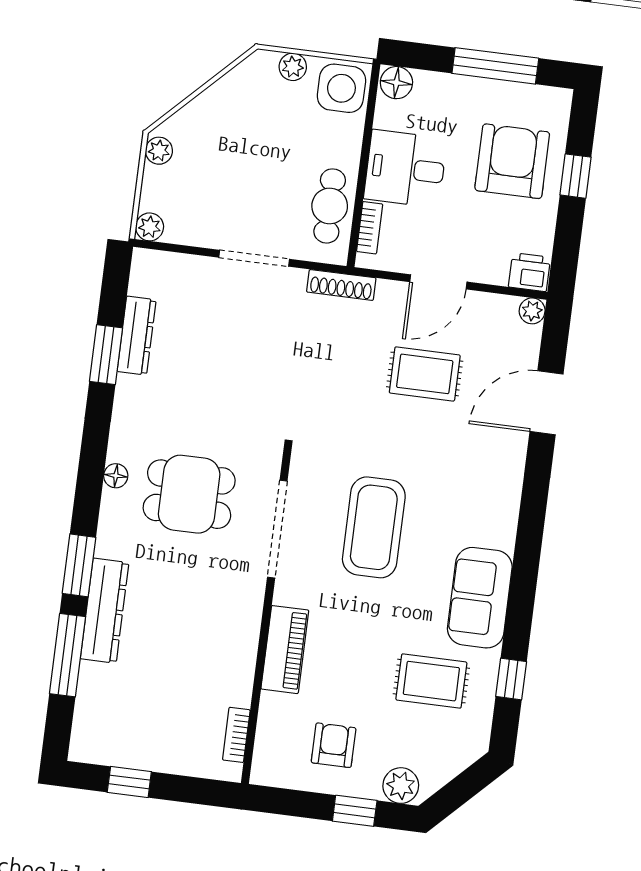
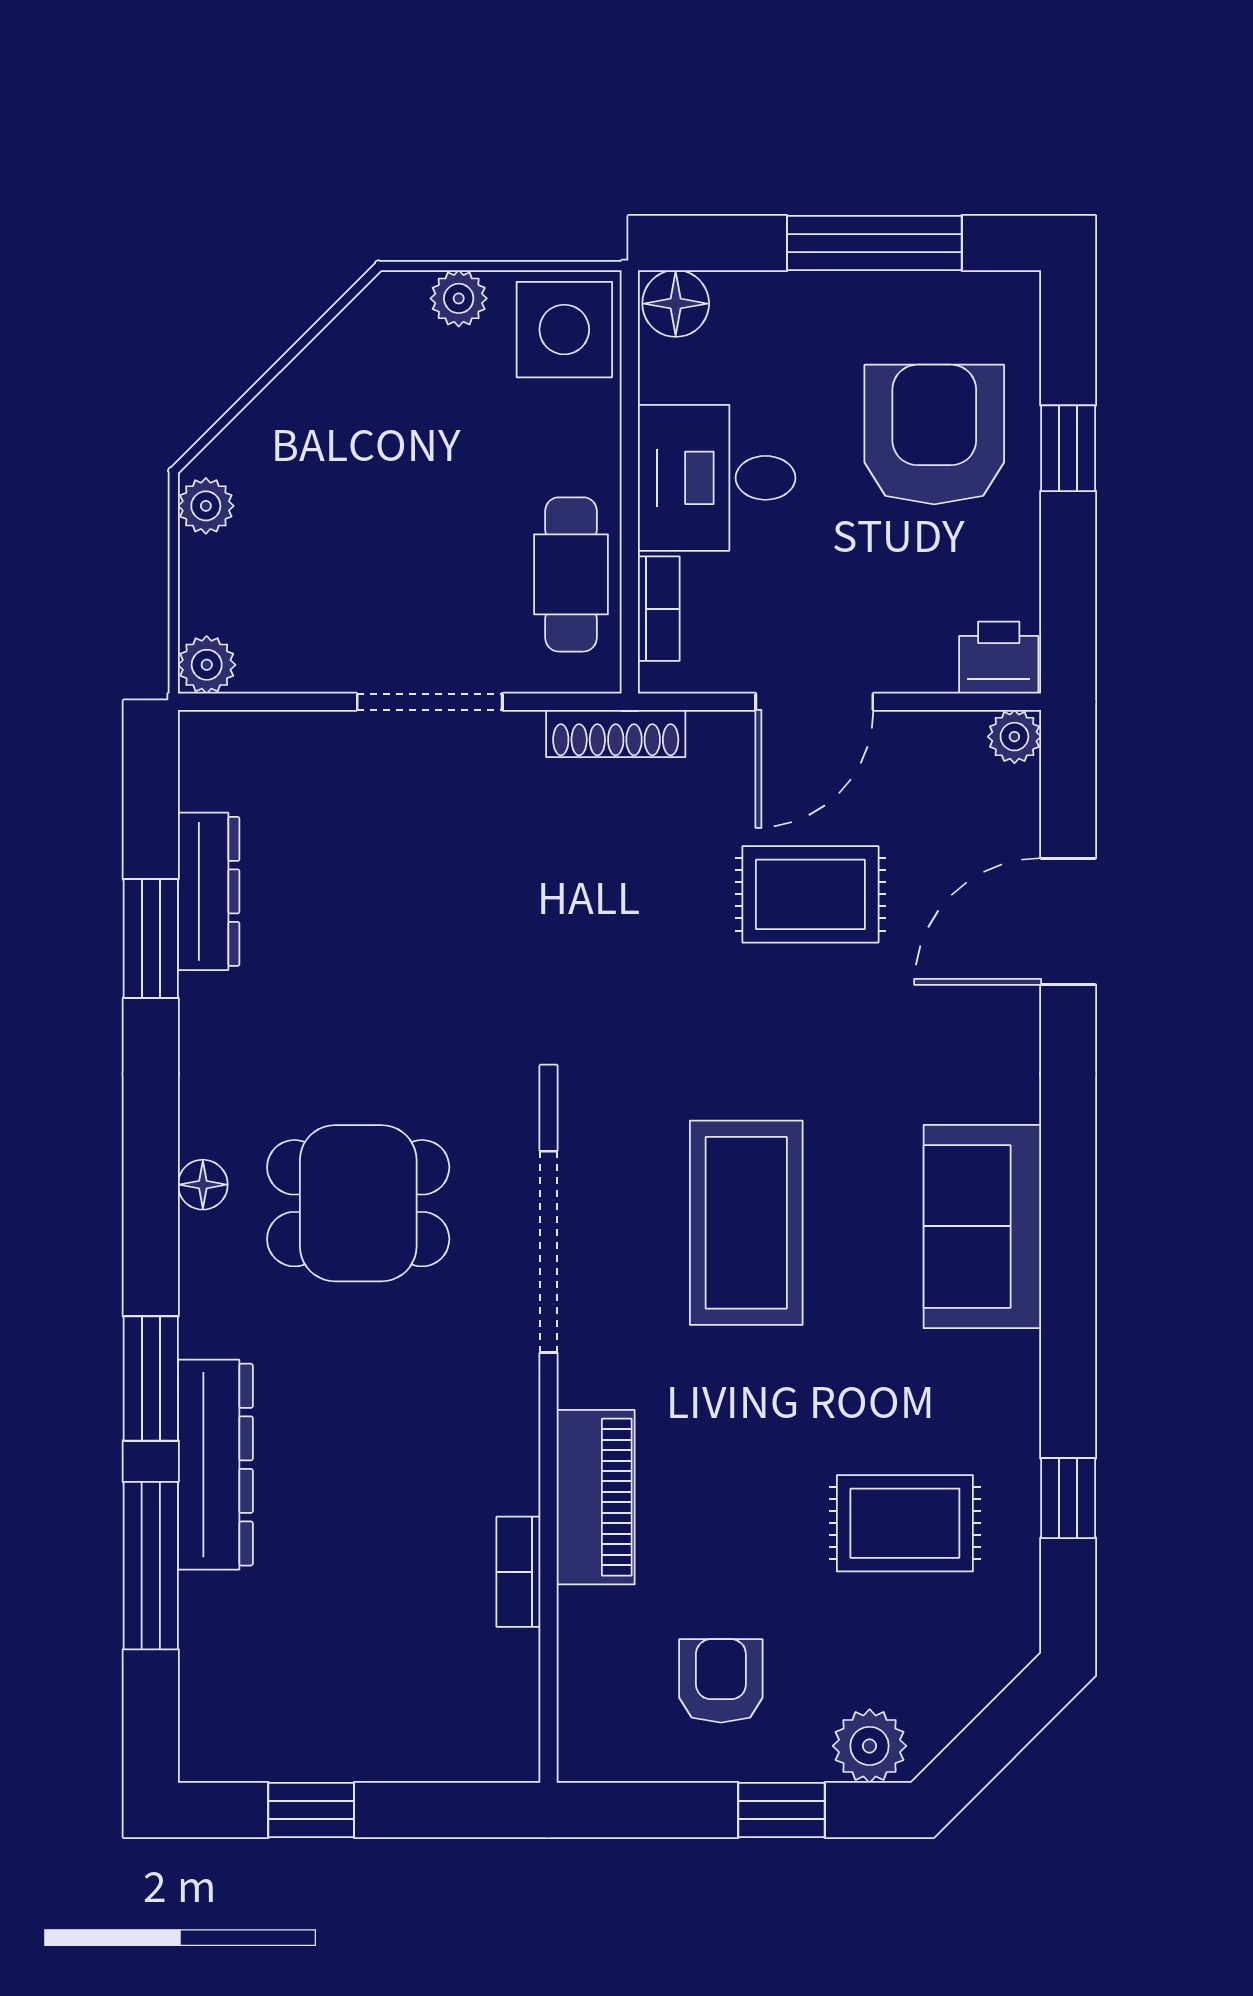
sofa: (480, 598) -> (982, 1226), moved
bookcase: (236, 735) -> (518, 1572), moved

